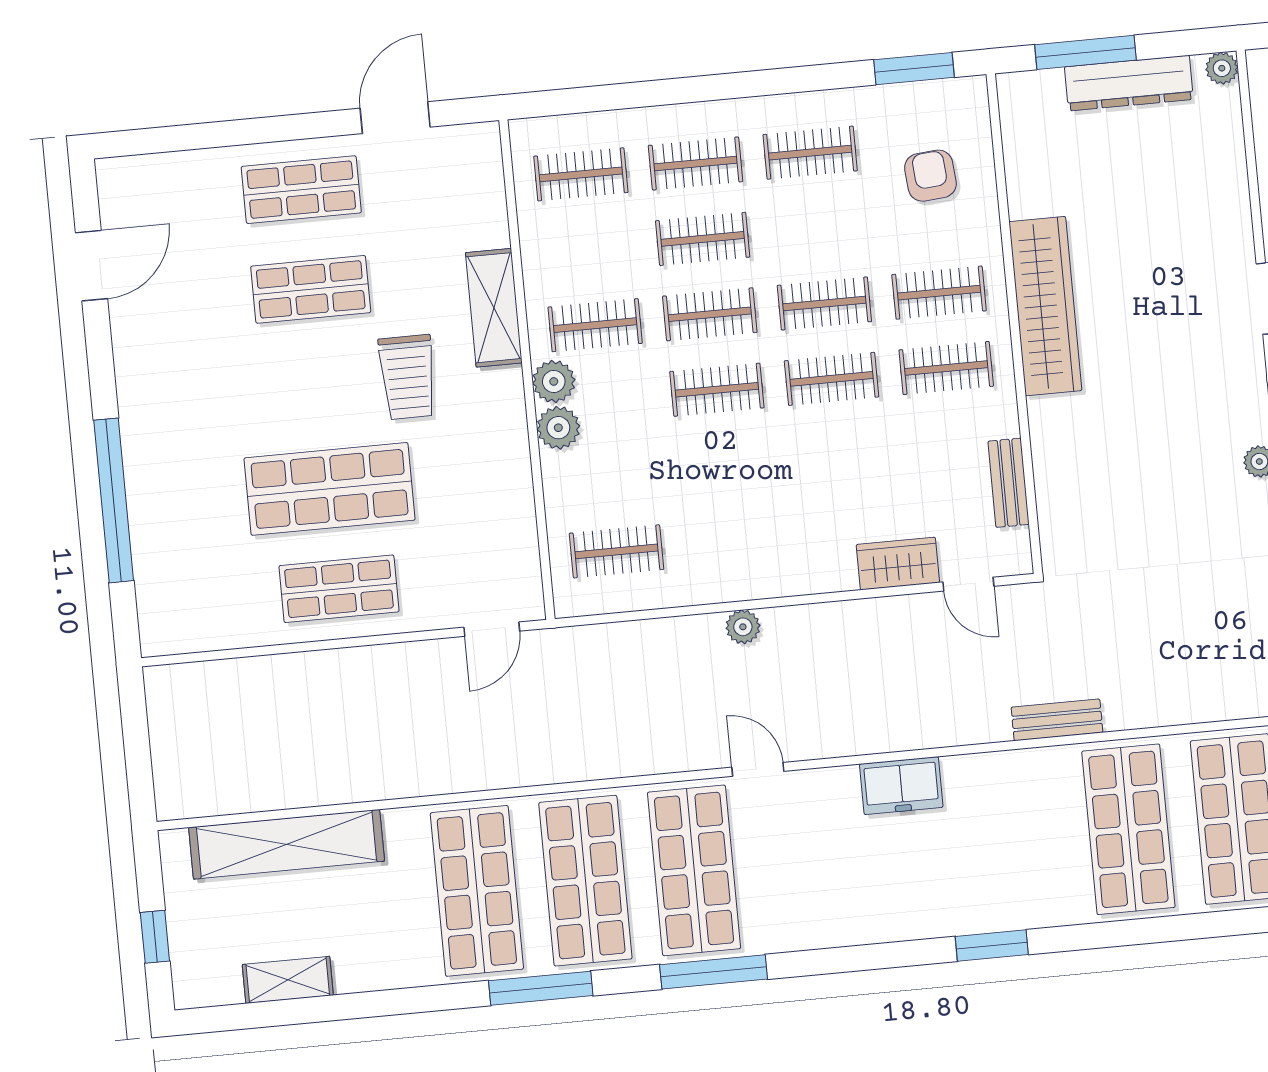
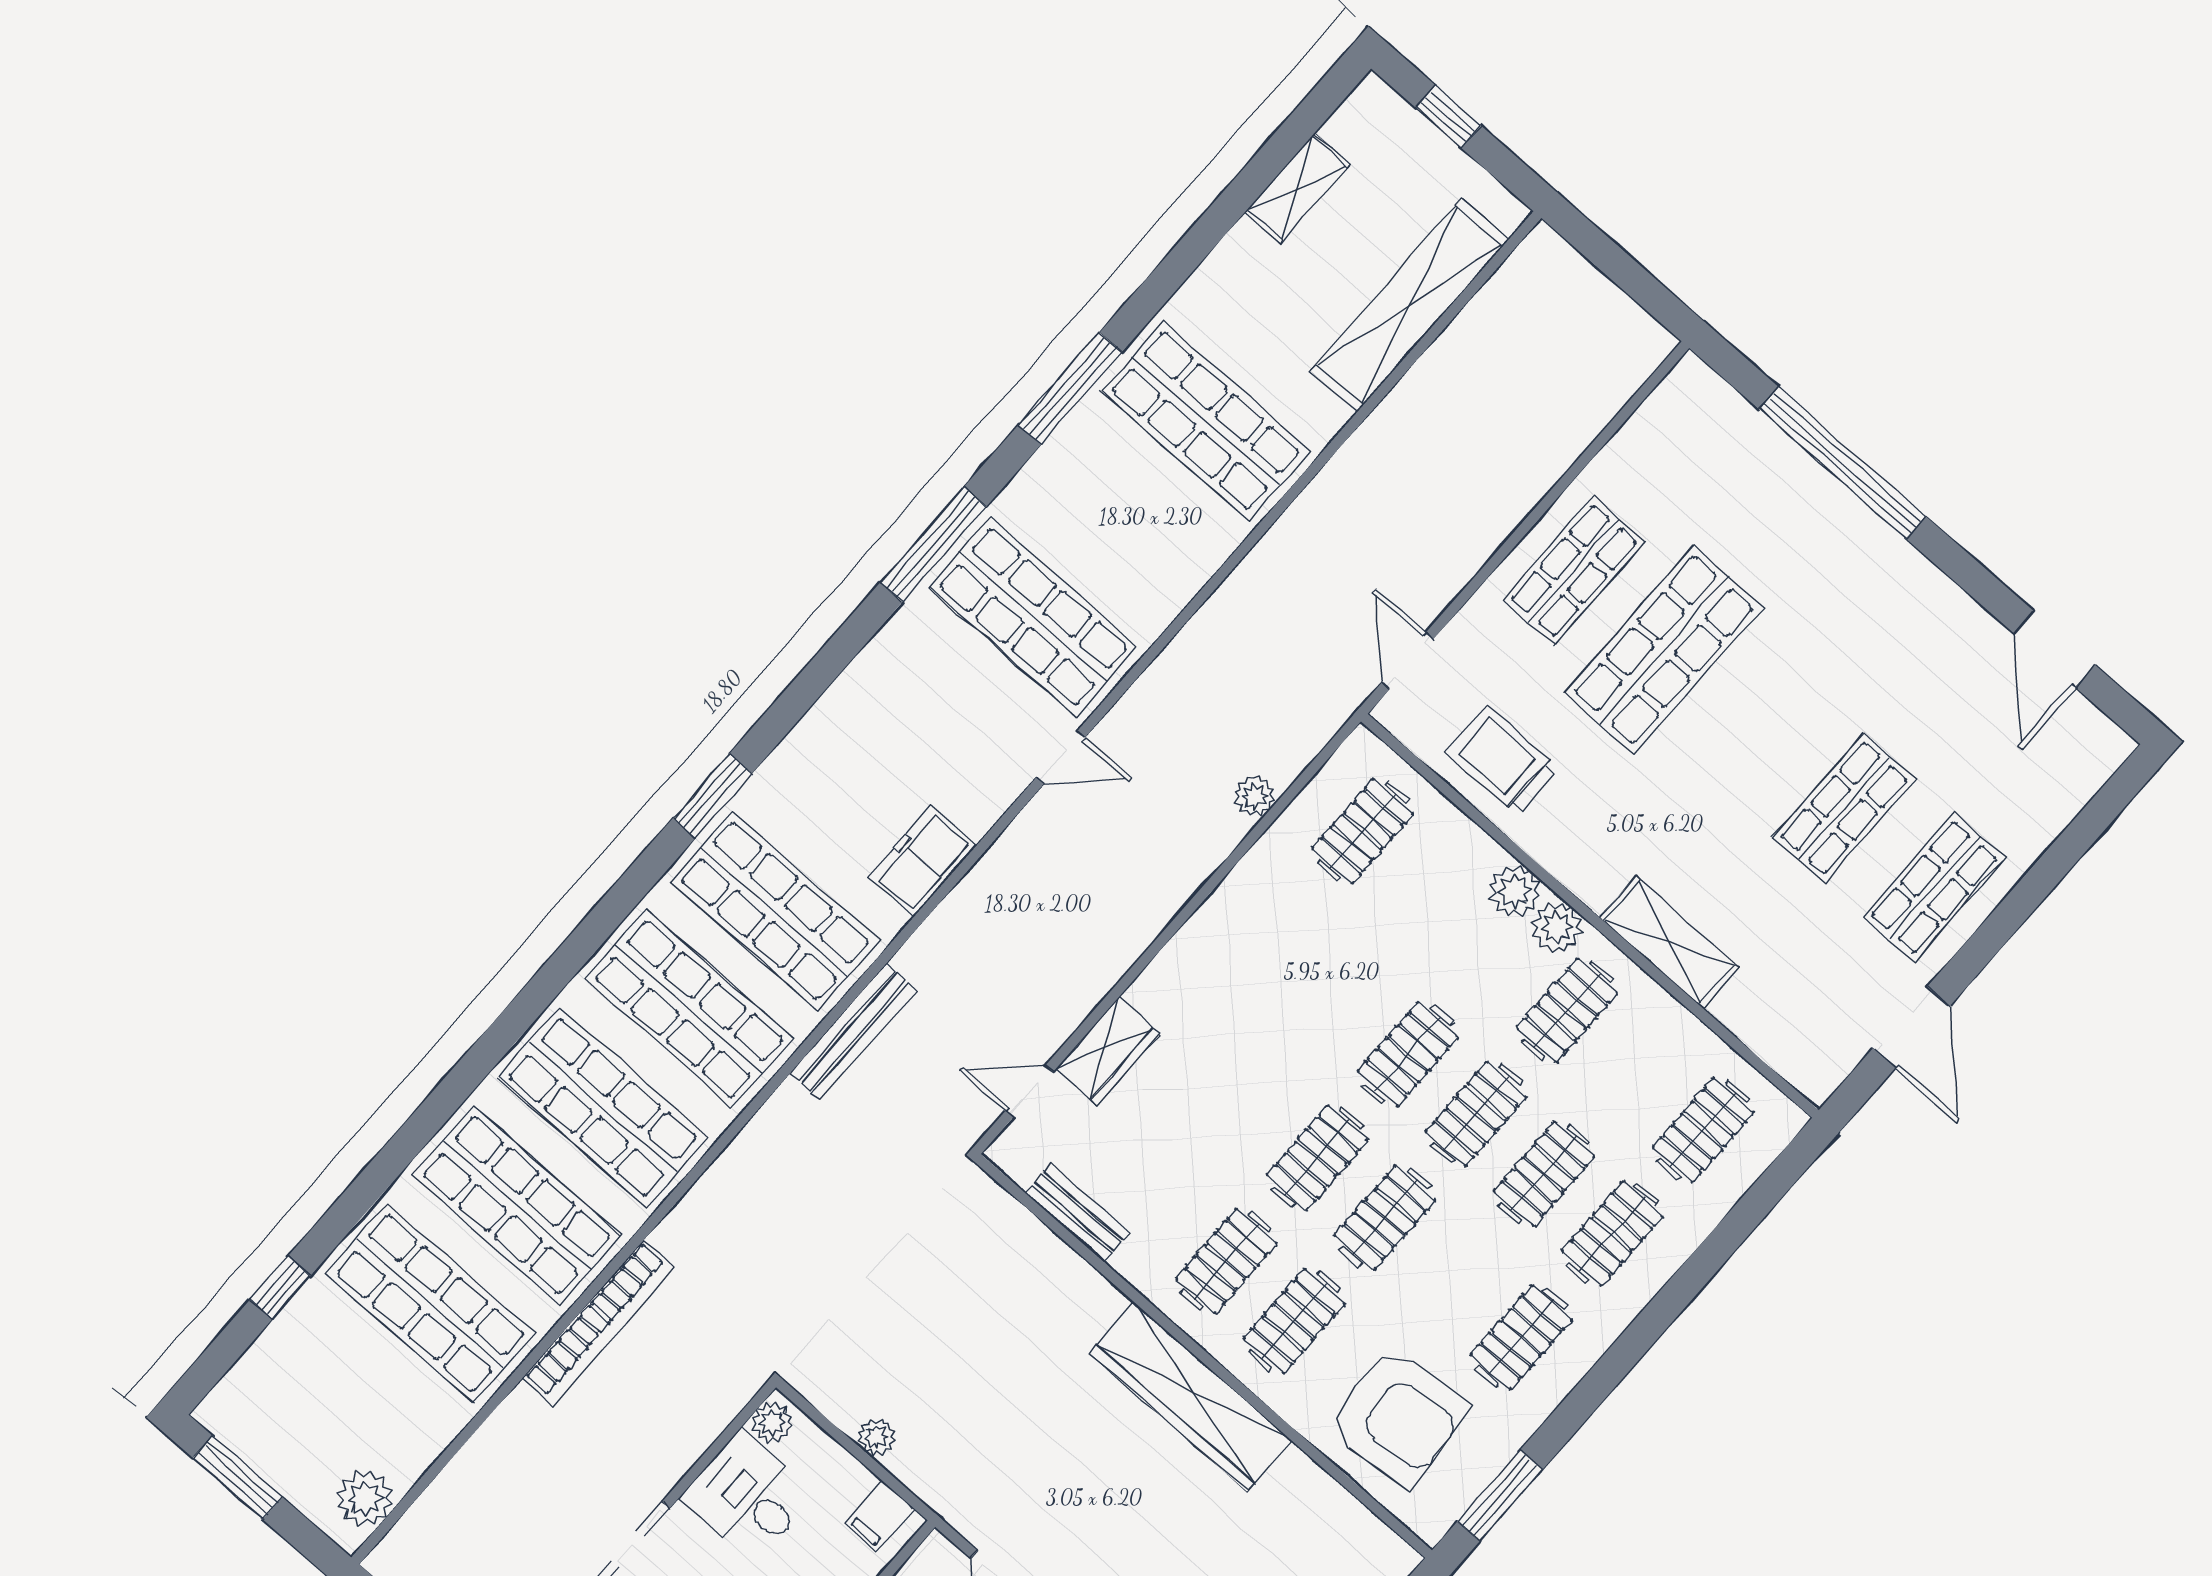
armchair: (930, 176) -> (1398, 1416), width x1.88, depth x1.88
trolley: (408, 377) -> (1502, 761), moved
plant: (743, 627) -> (1255, 796), moved
bench: (1057, 720) -> (854, 1031), width x1.36
shop shelf: (585, 881) -> (775, 911), moved

